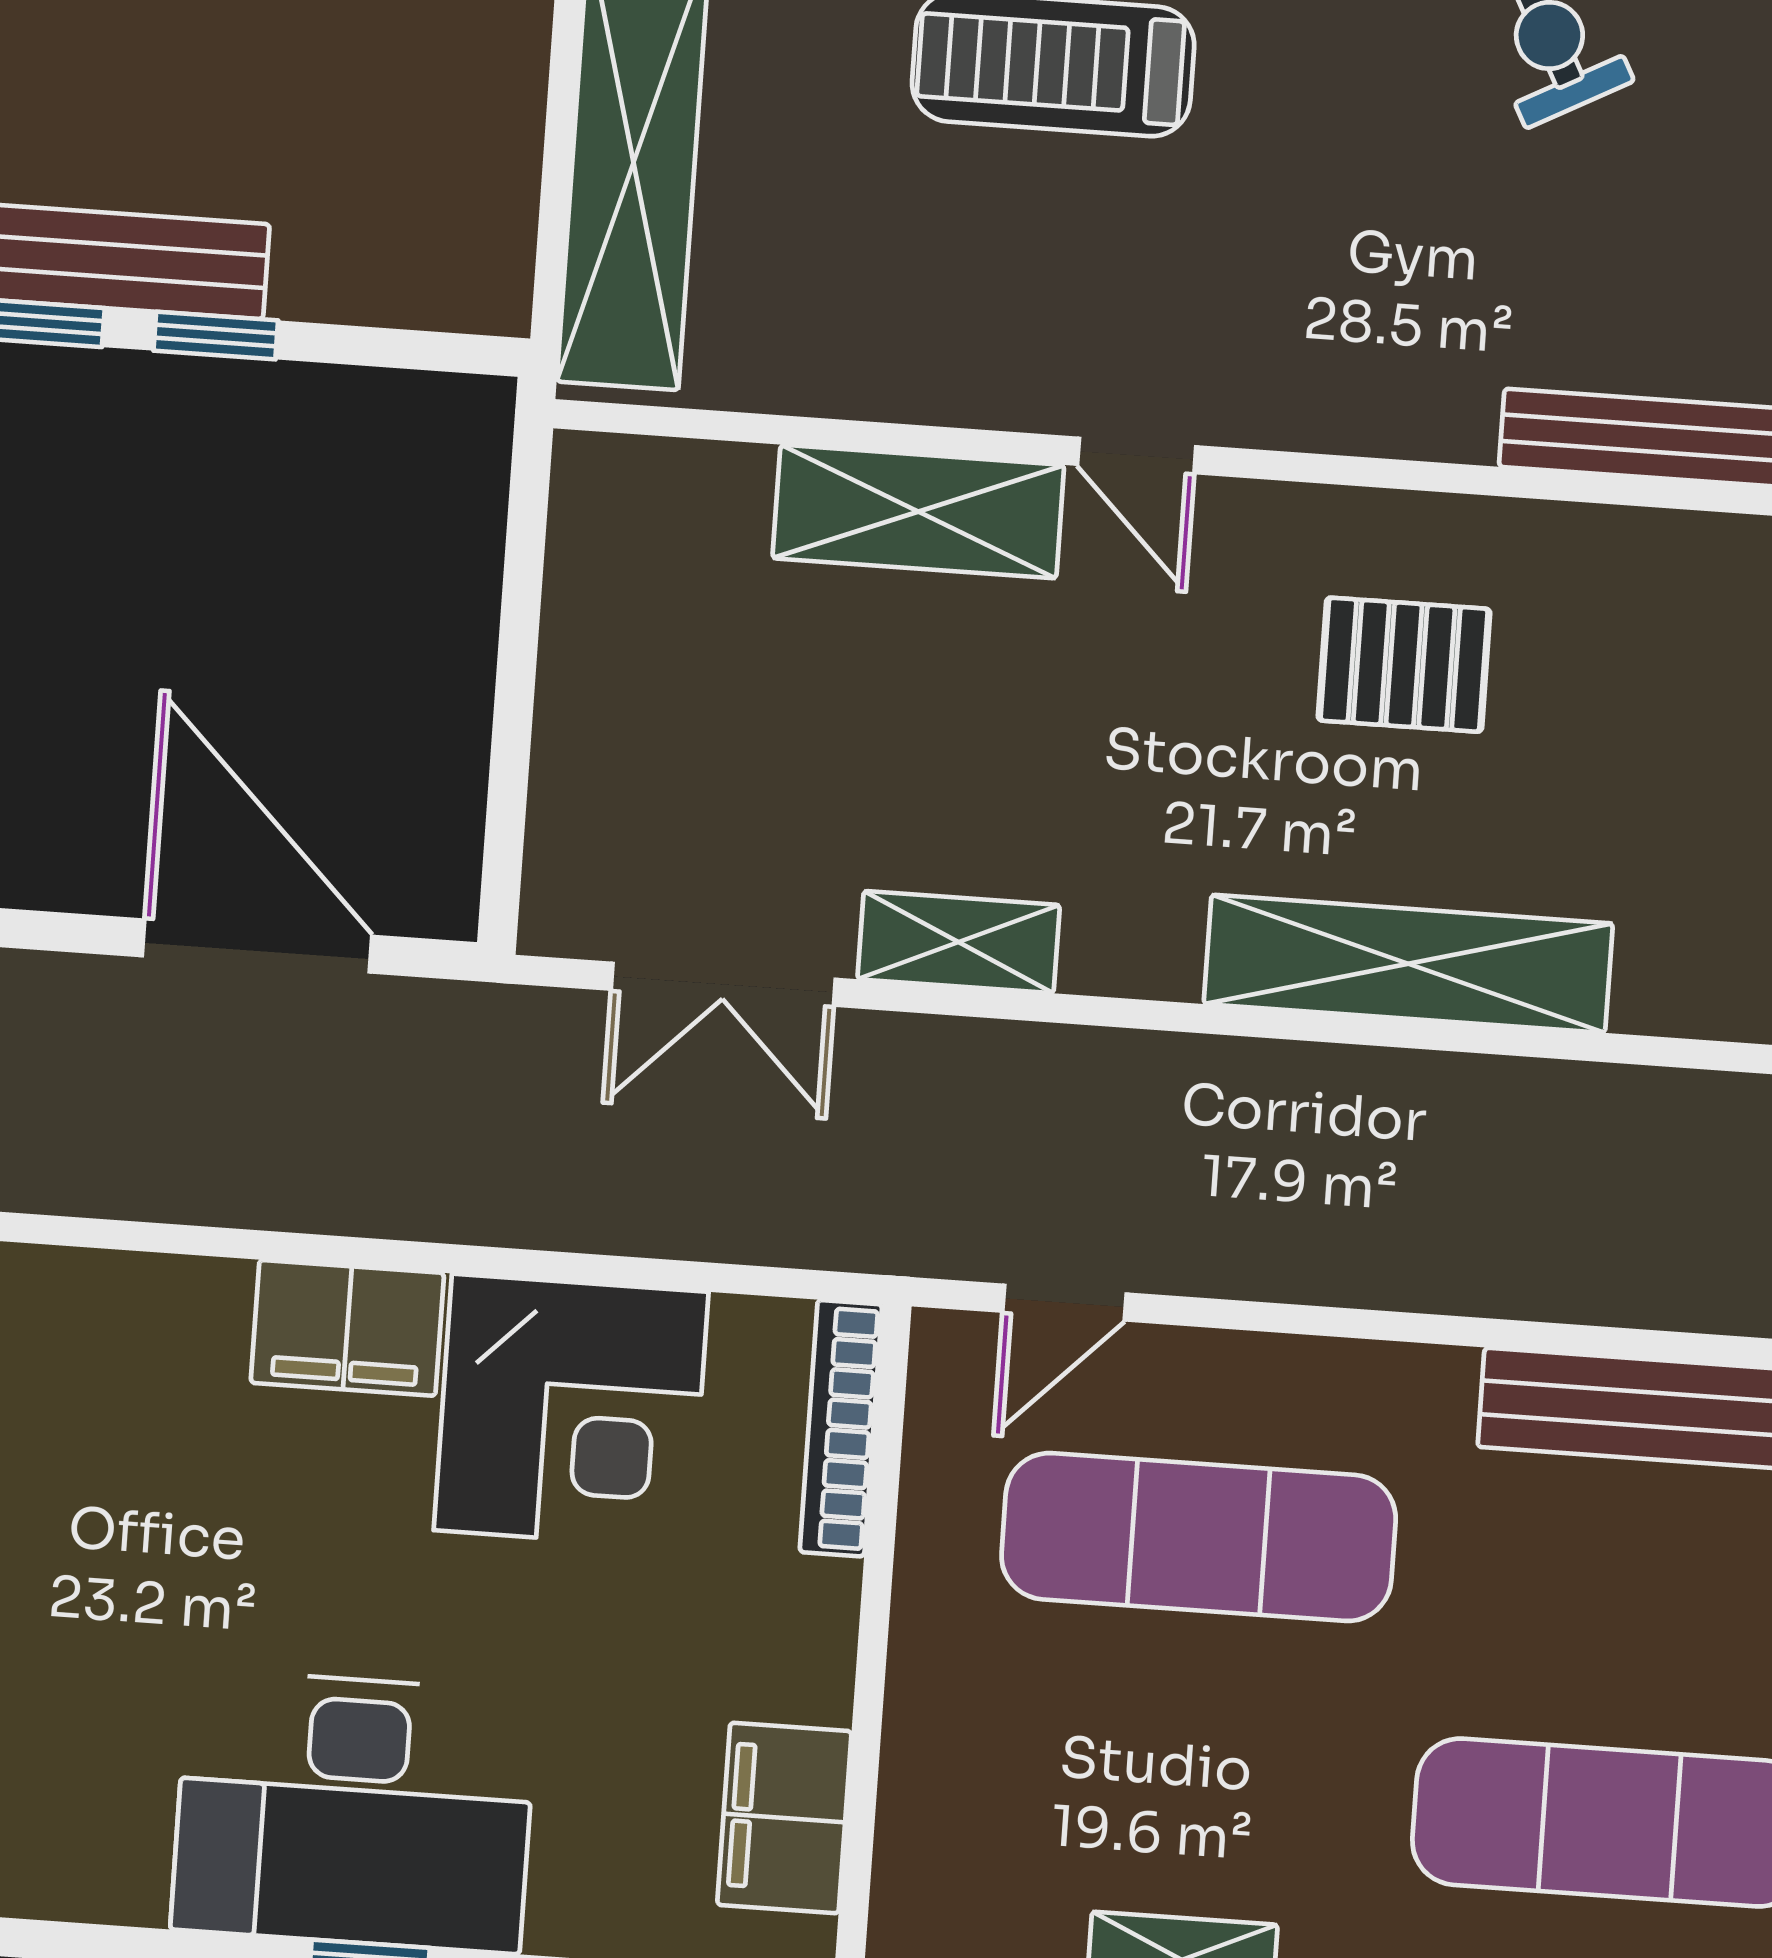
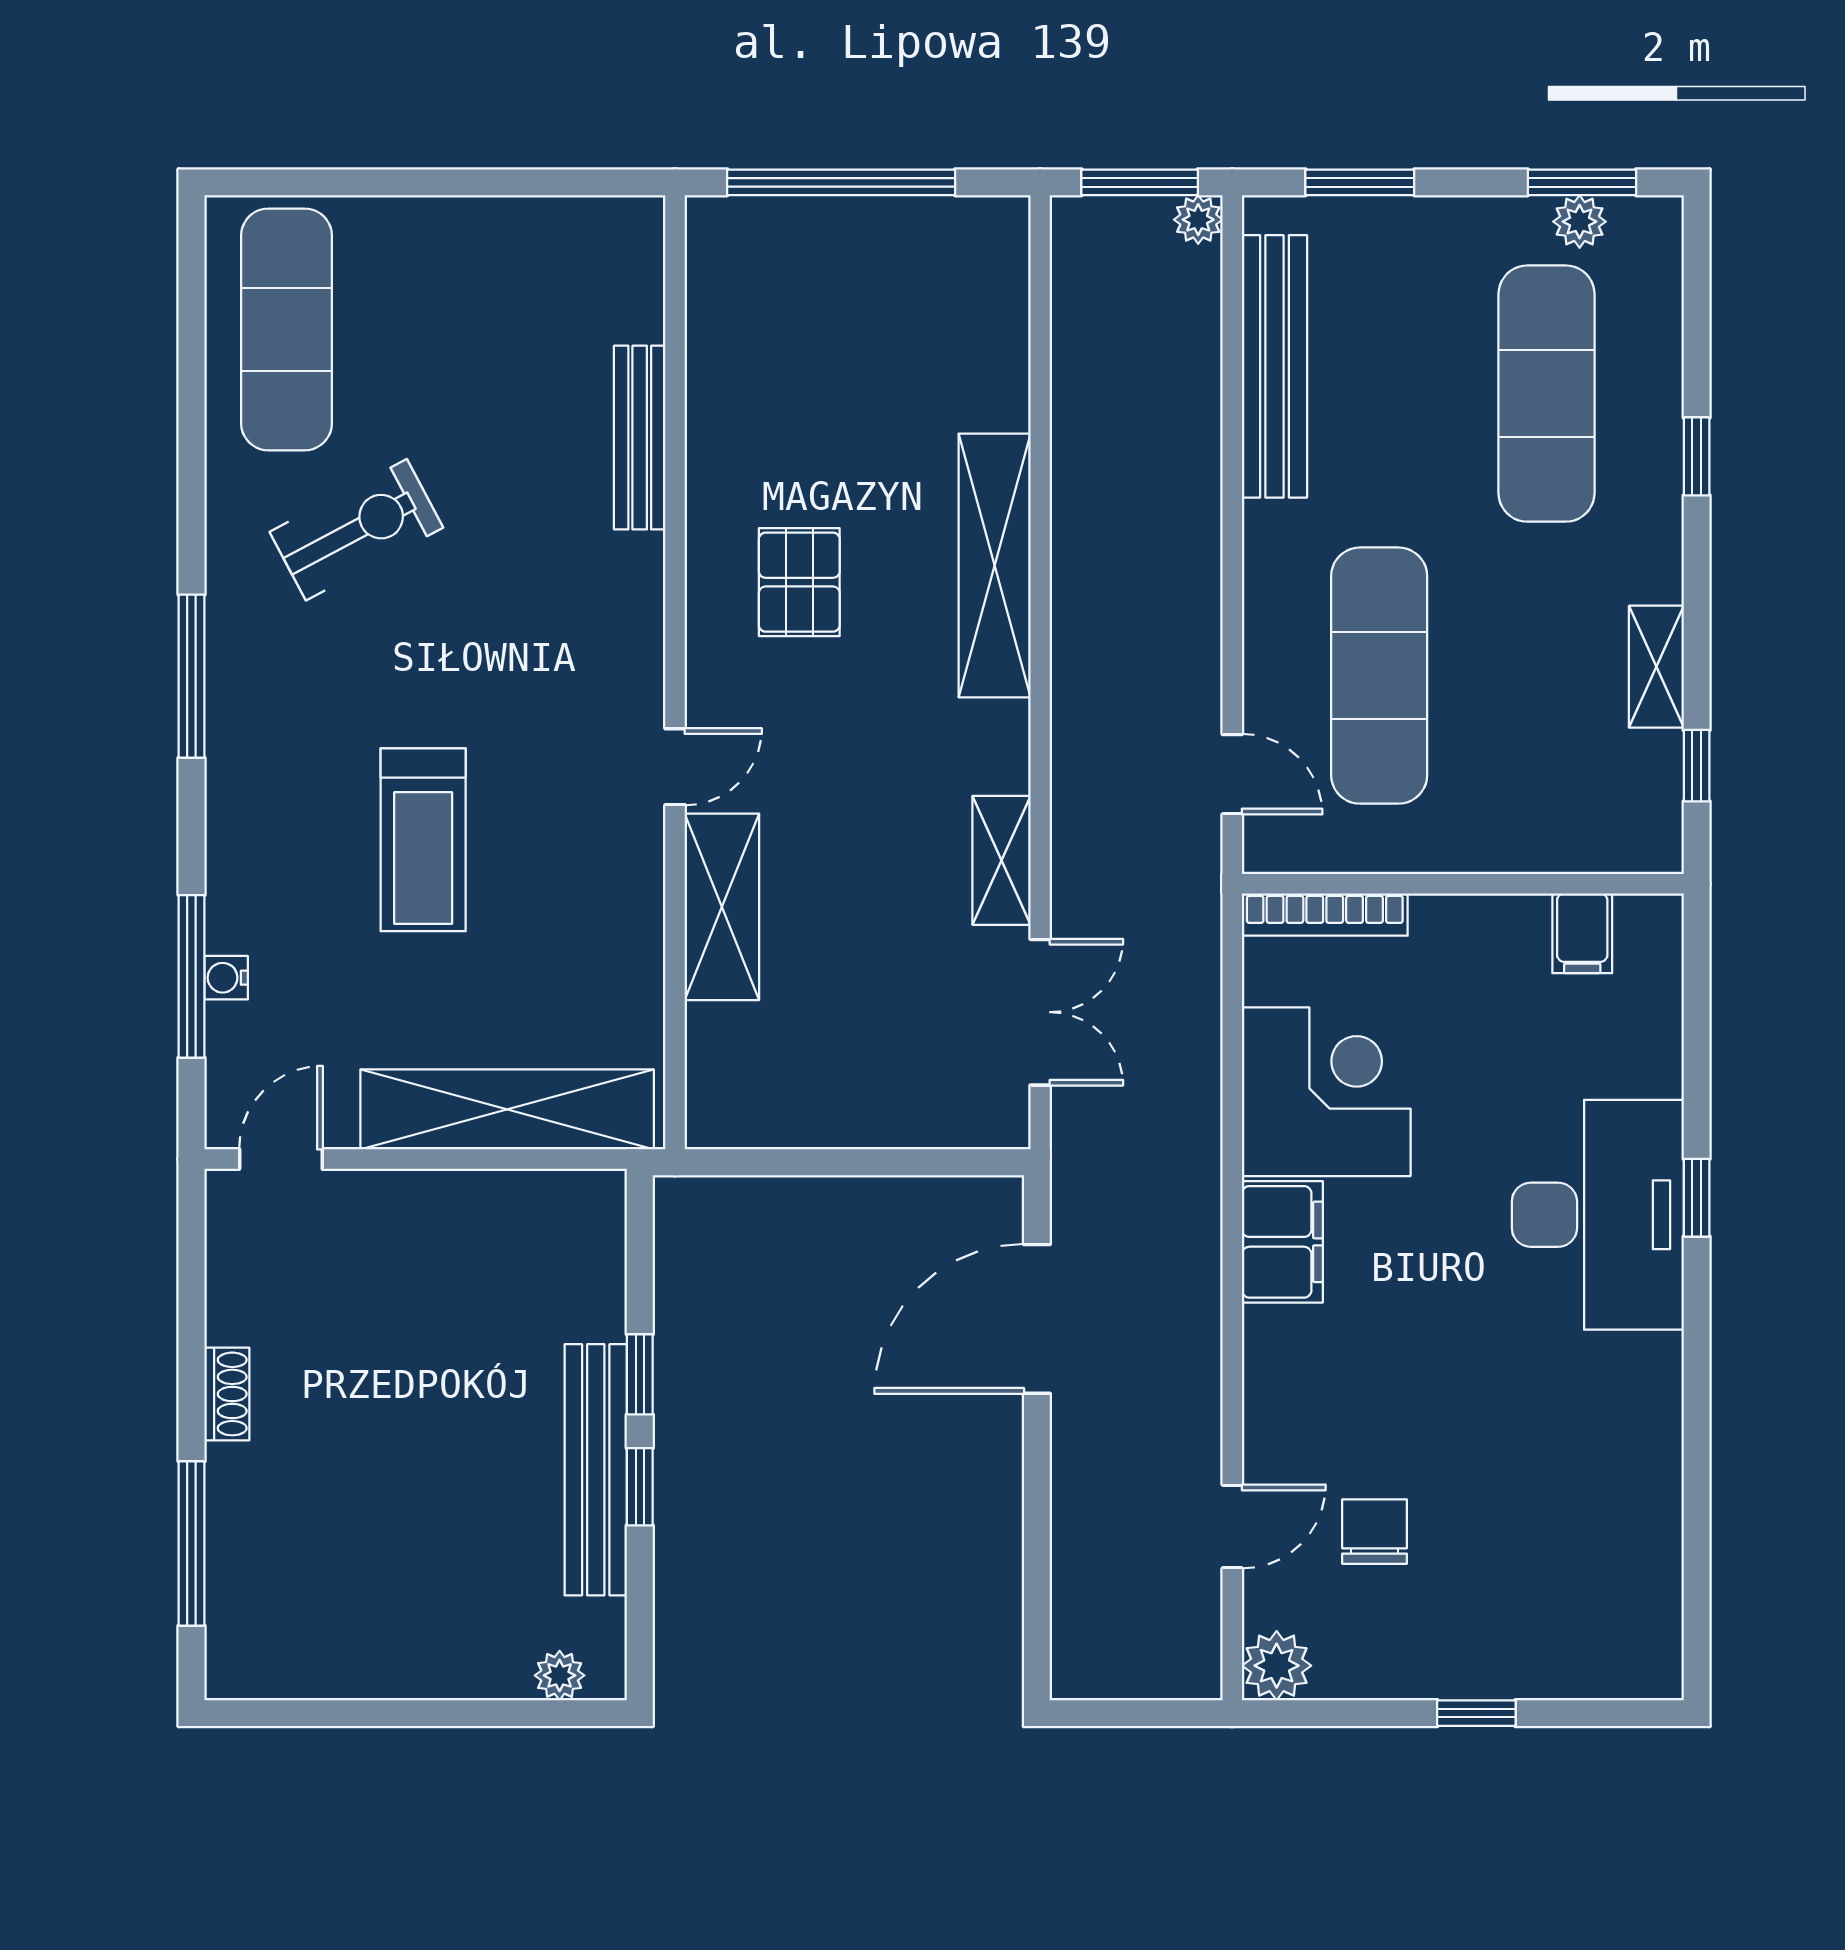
filing cabinet: (784, 1818) -> (1582, 933), width x0.50

